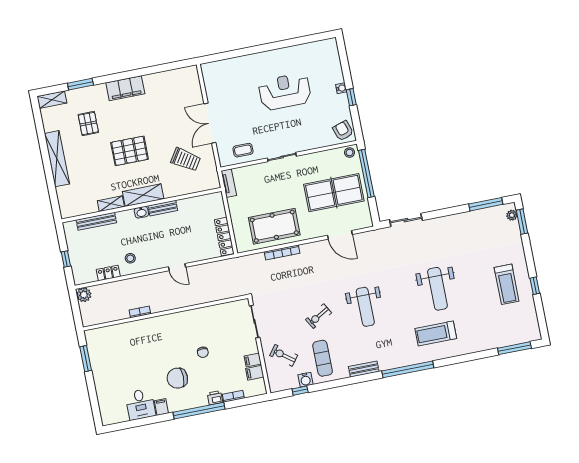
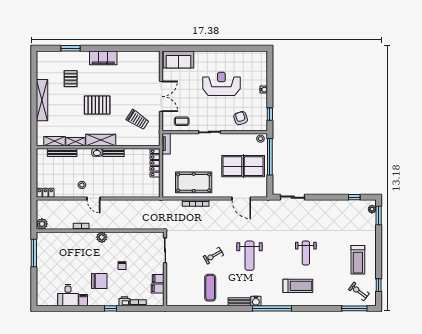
sofa: (223, 71) -> (179, 59), added
window: (351, 97) -> (270, 114), moved
shelving: (52, 100) -> (54, 141), moved
double door: (210, 123) -> (161, 96), swing flipped
armchair: (343, 131) -> (241, 118), moved
window: (486, 204) -> (354, 197), width x0.46
locker: (224, 237) -> (155, 163), moved
window: (66, 259) -> (34, 176), removed
door: (177, 267) -> (94, 198), moved
locker: (108, 273) -> (45, 193), moved
window: (535, 286) -> (379, 285), moved
weight bench: (437, 289) -> (306, 253), width x0.73, depth x0.75
plant: (84, 295) -> (42, 224), moved
plant: (169, 321) -> (102, 237), added
treadmill: (436, 333) -> (298, 286), turned 180
exercise bike: (284, 355) -> (359, 291), moved
window: (86, 359) -> (34, 253), width x1.44
chair: (177, 378) -> (99, 281), turned 180
water cooler: (305, 380) -> (256, 301), moved
window: (300, 391) -> (189, 308), removed
window: (199, 411) -> (111, 308), width x0.32

